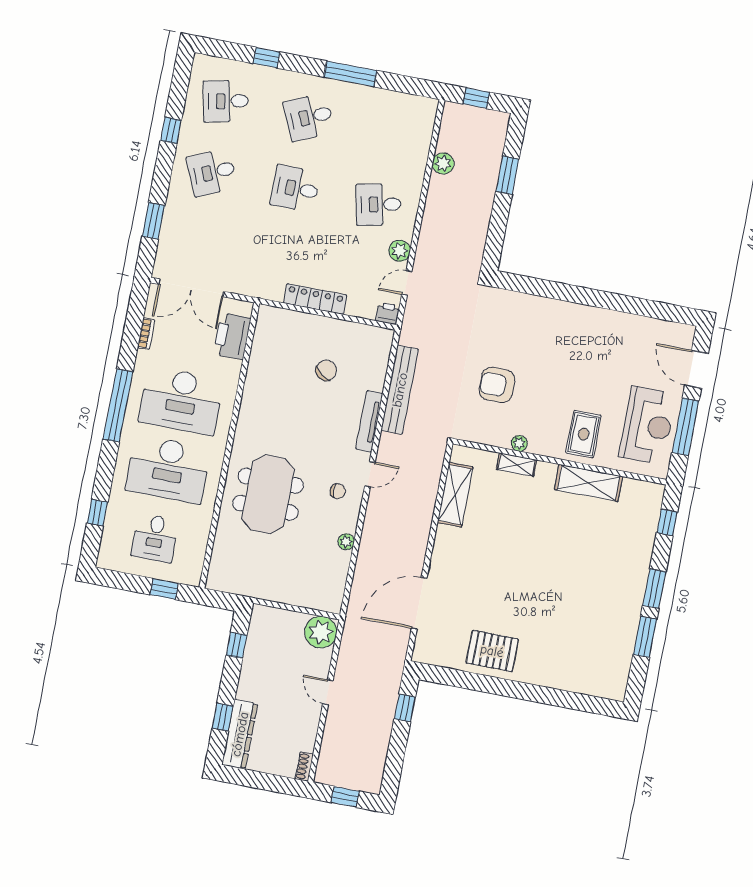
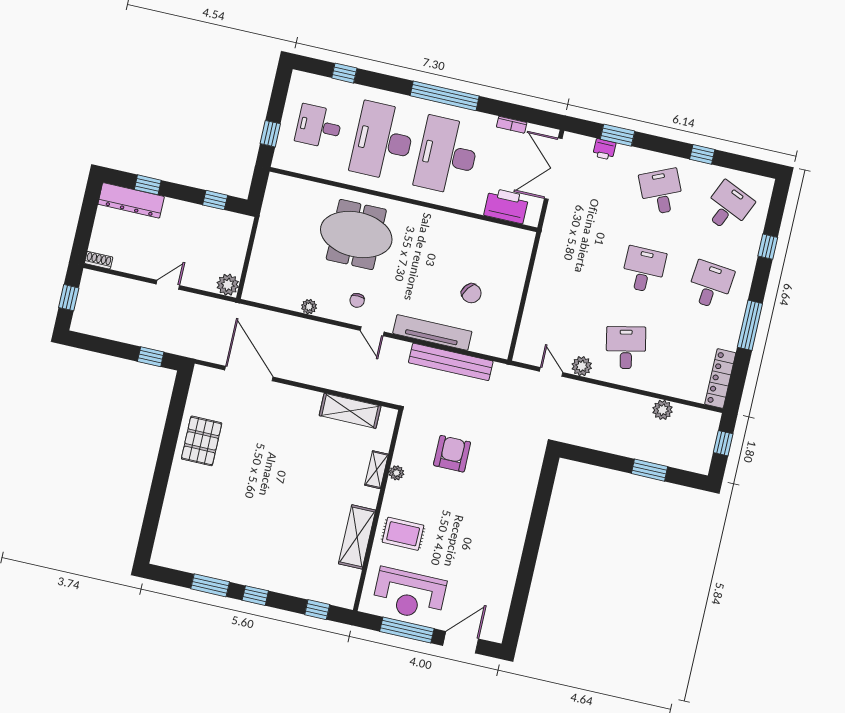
desk: (226, 101) -> (728, 207), turned 36
desk: (309, 117) -> (710, 285), turned 30
locker: (315, 299) -> (720, 379), moved, turned 180
printer: (388, 313) -> (604, 149), moved, turned 90
tv unit: (369, 421) -> (432, 332), width x1.36, depth x1.29
window: (654, 589) -> (255, 596), width x0.67
plant: (321, 632) -> (228, 285), width x0.73, depth x0.73

